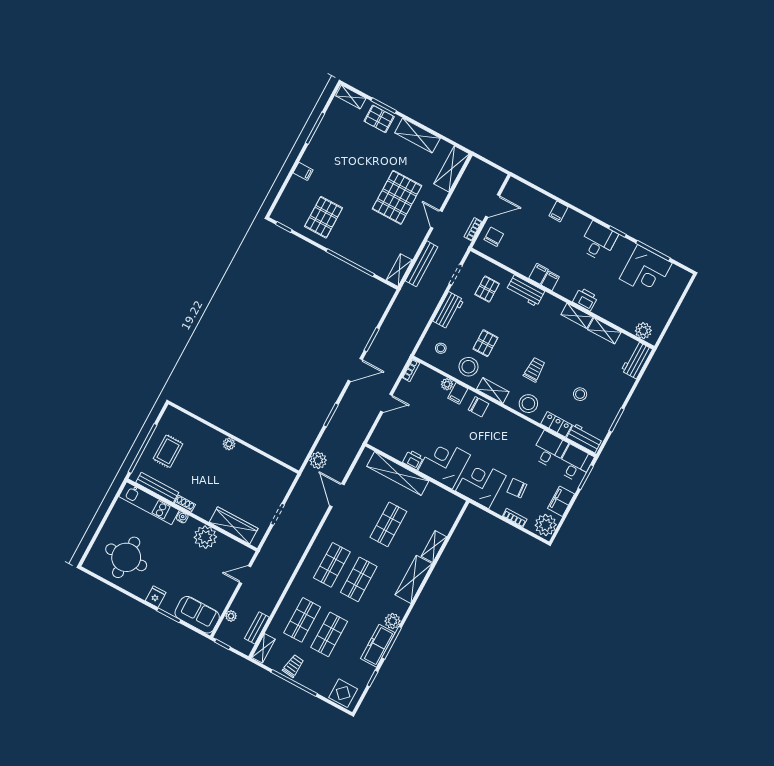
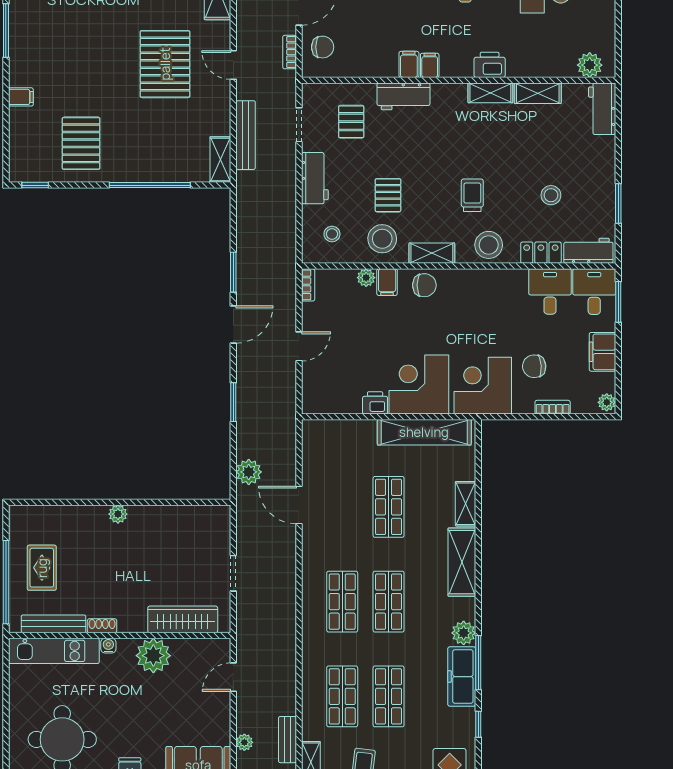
chair: (494, 237) -> (323, 47), turned 90
shelving: (398, 474) -> (424, 432), moved
plant: (546, 525) -> (607, 402), width x0.53, depth x0.53

